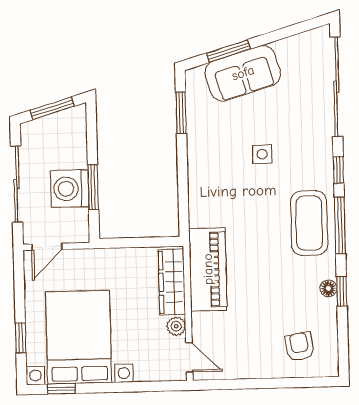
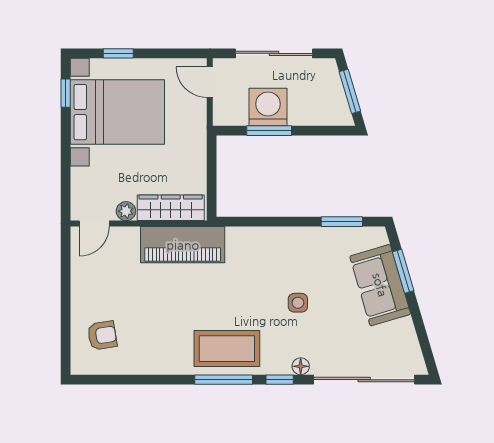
floor lamp: (328, 288) -> (301, 366), moved
window: (342, 291) -> (157, 380), removed

